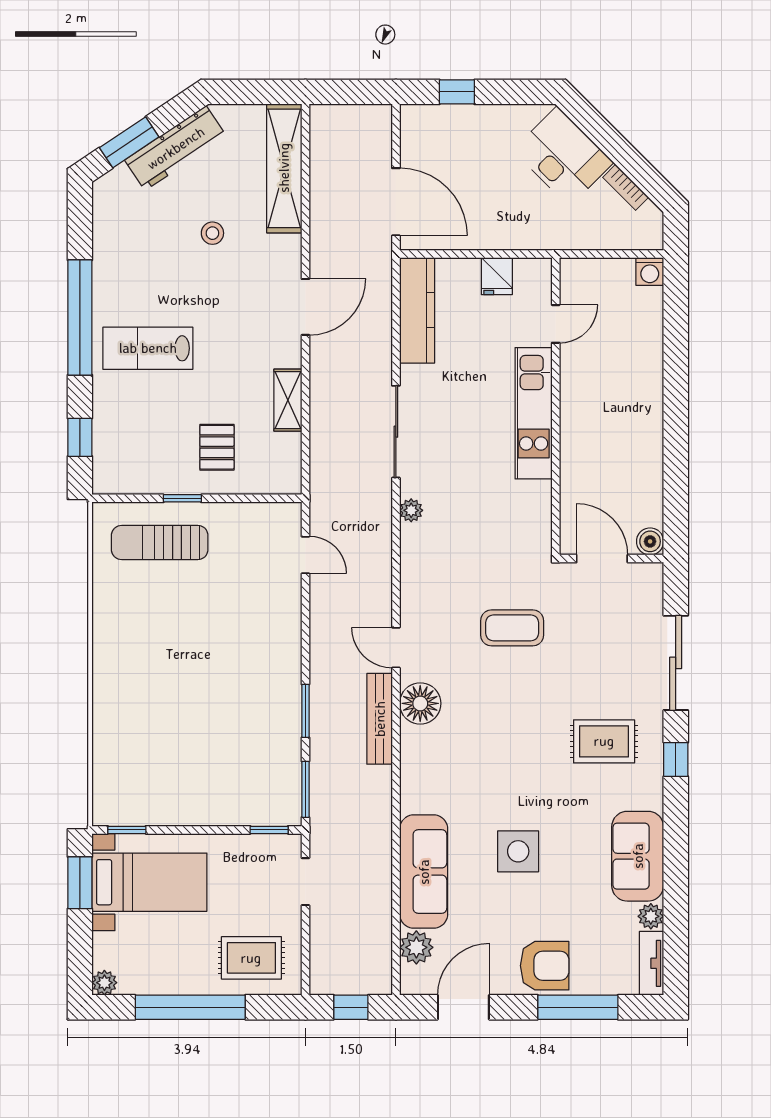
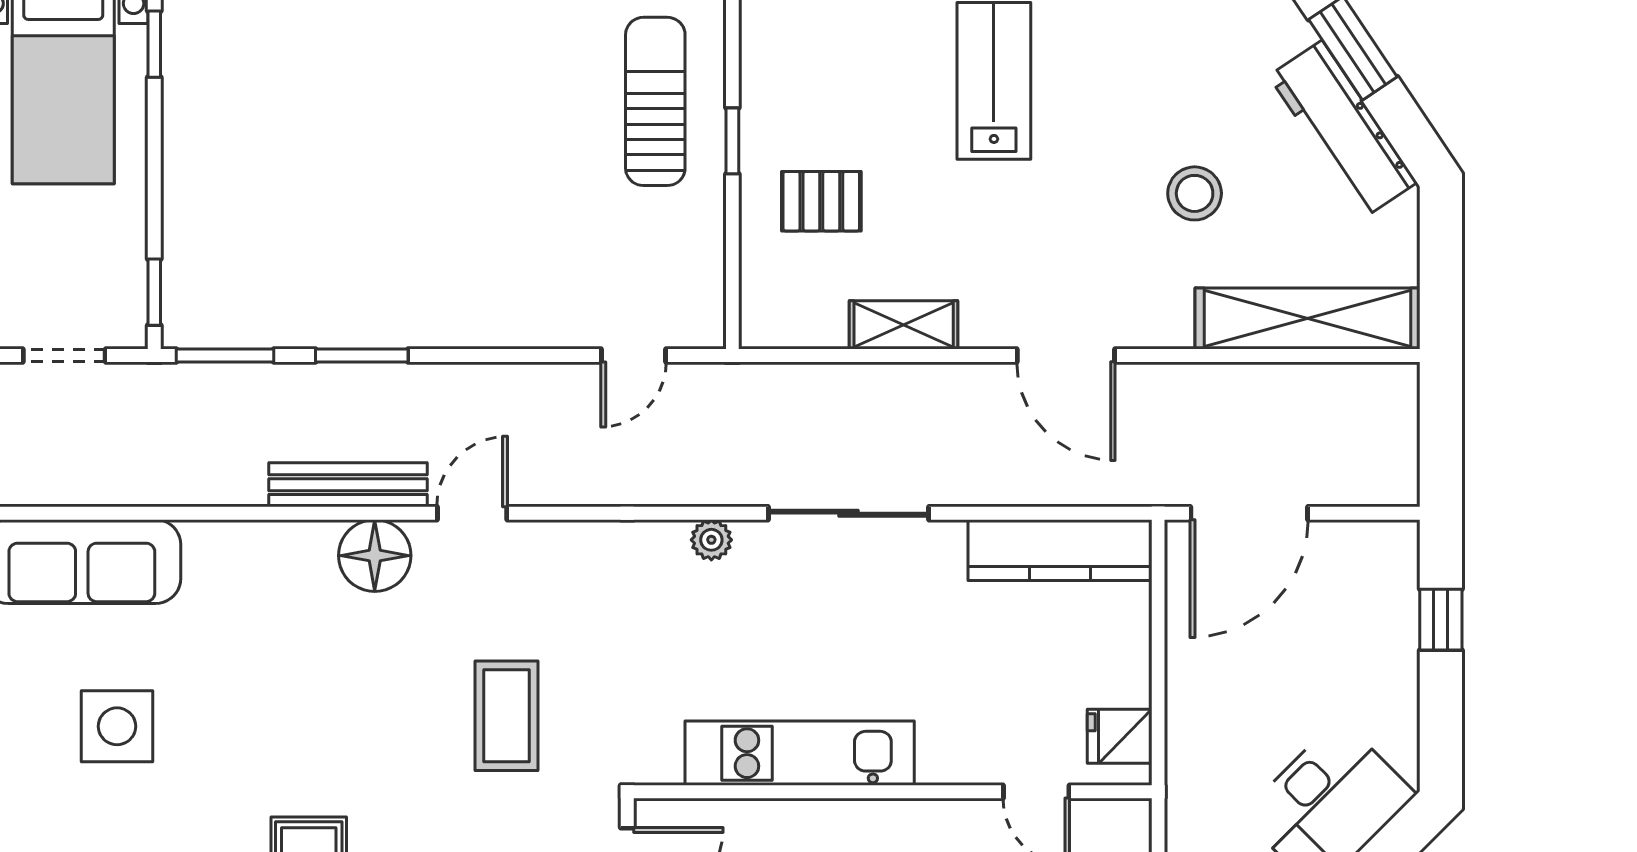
stool: (212, 233) -> (1195, 193), width x1.37, depth x1.37
fridge: (497, 276) -> (1120, 736), moved
kitchen unit: (534, 413) -> (800, 753), moved

